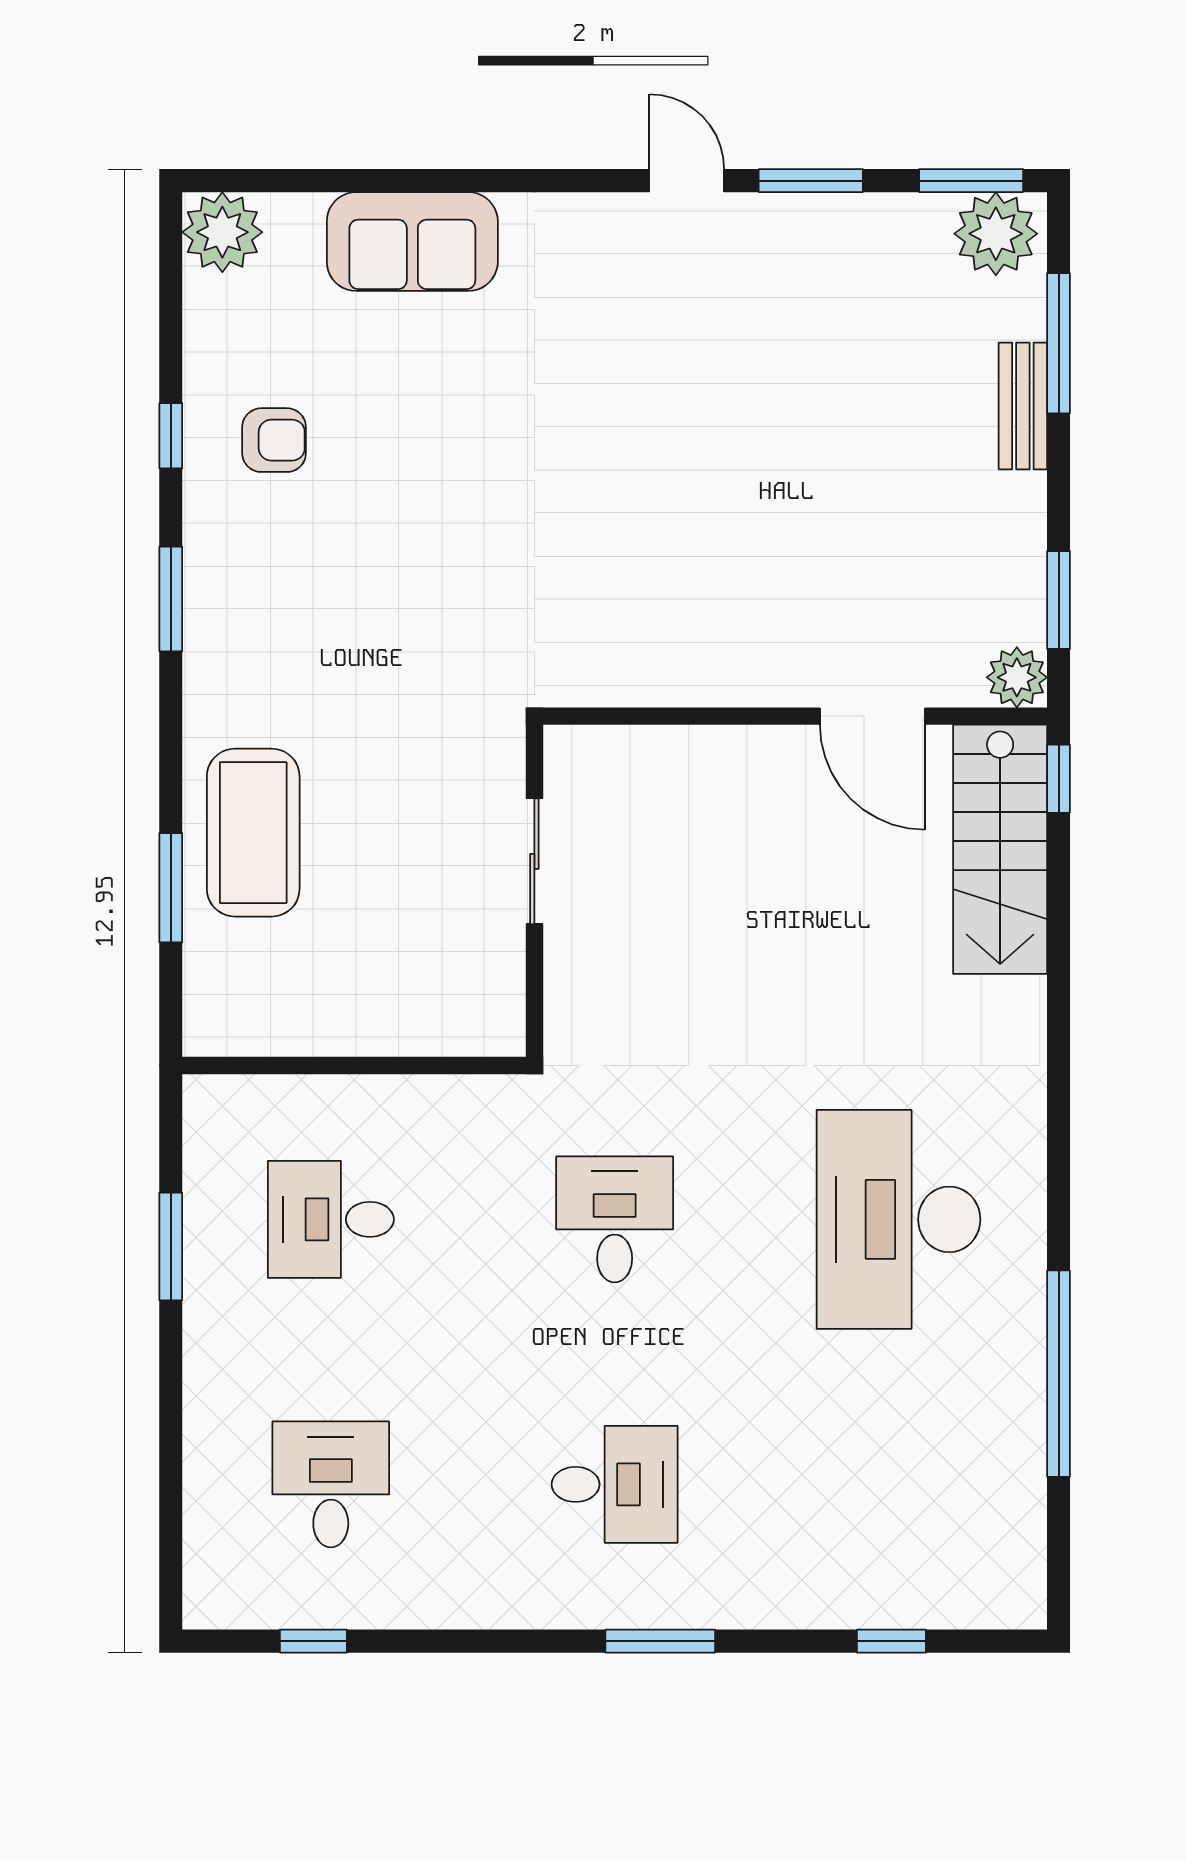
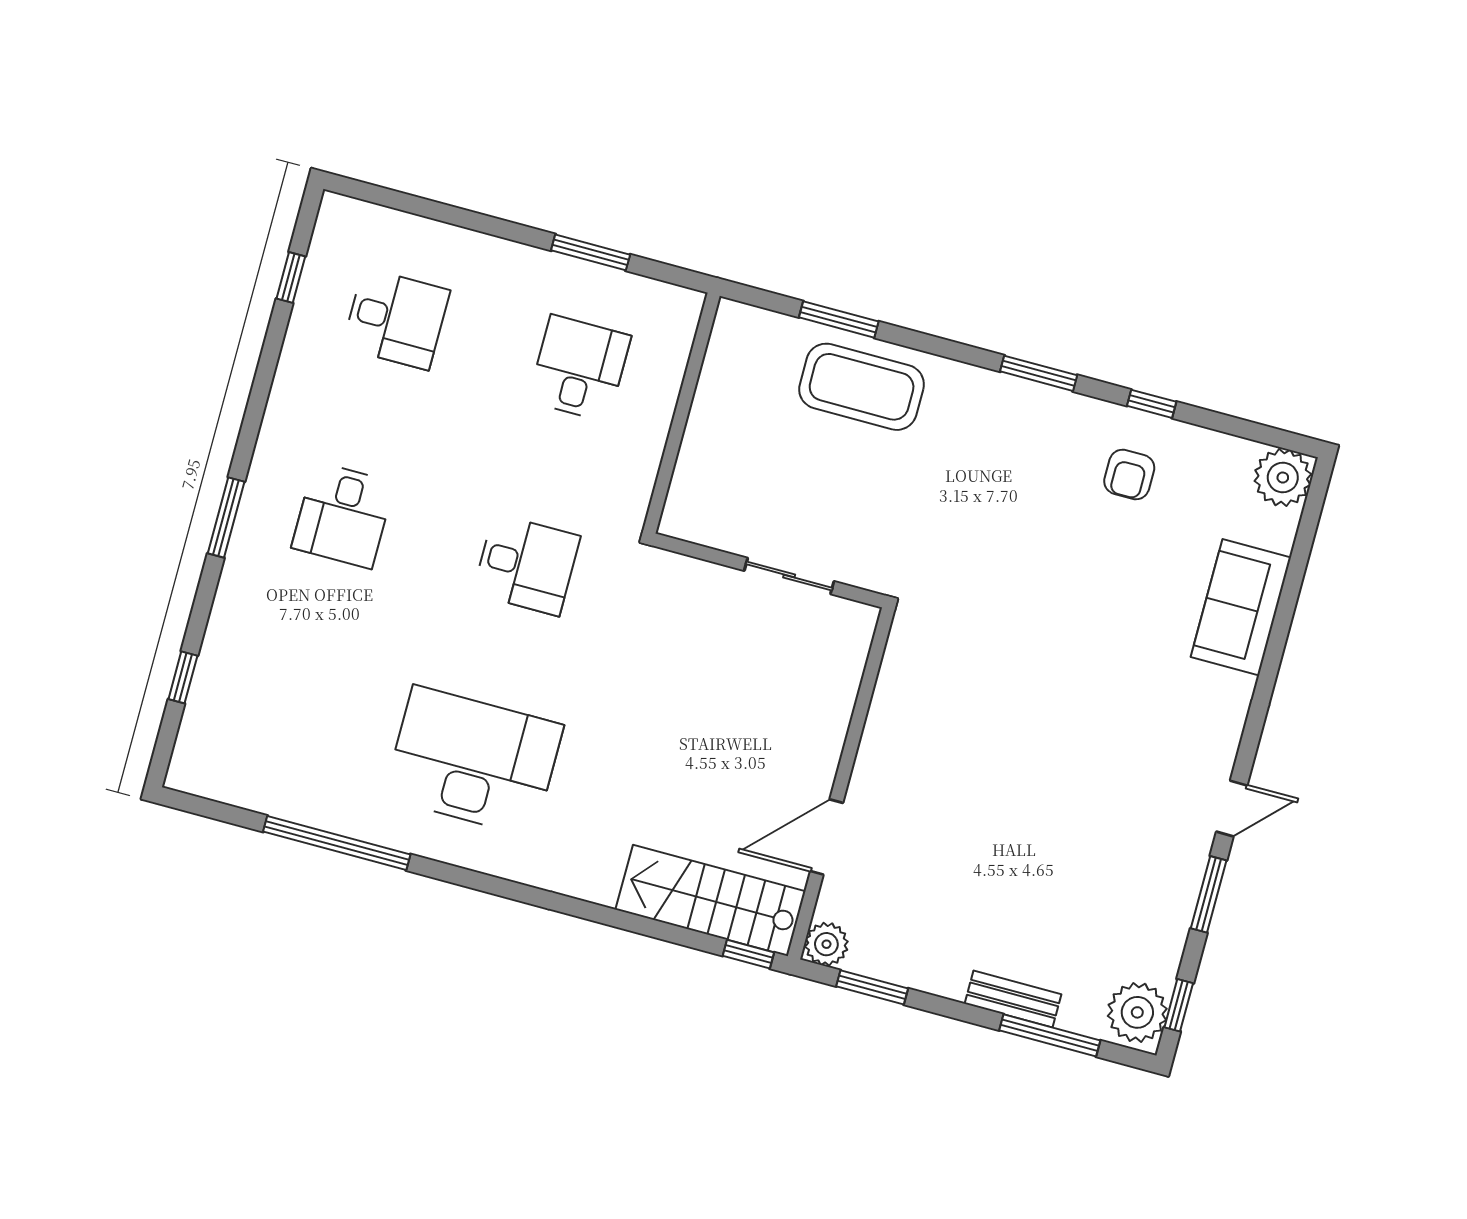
window: (971, 181) -> (1179, 1005), width x0.67

